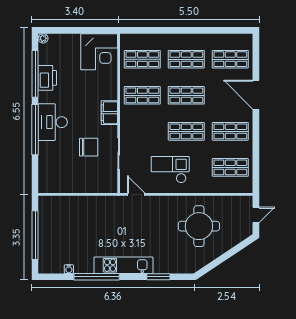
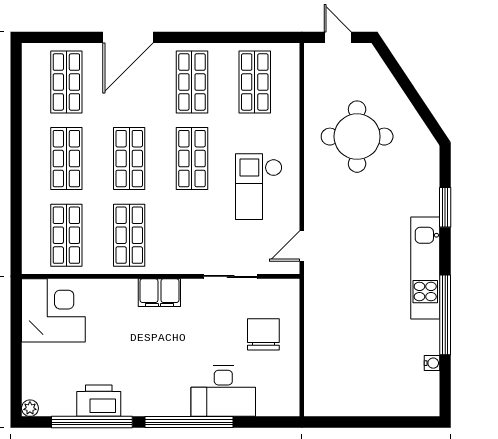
desk: (53, 122) -> (223, 391), moved
chair: (89, 147) -> (263, 334), moved
window: (35, 235) -> (373, 422), removed

